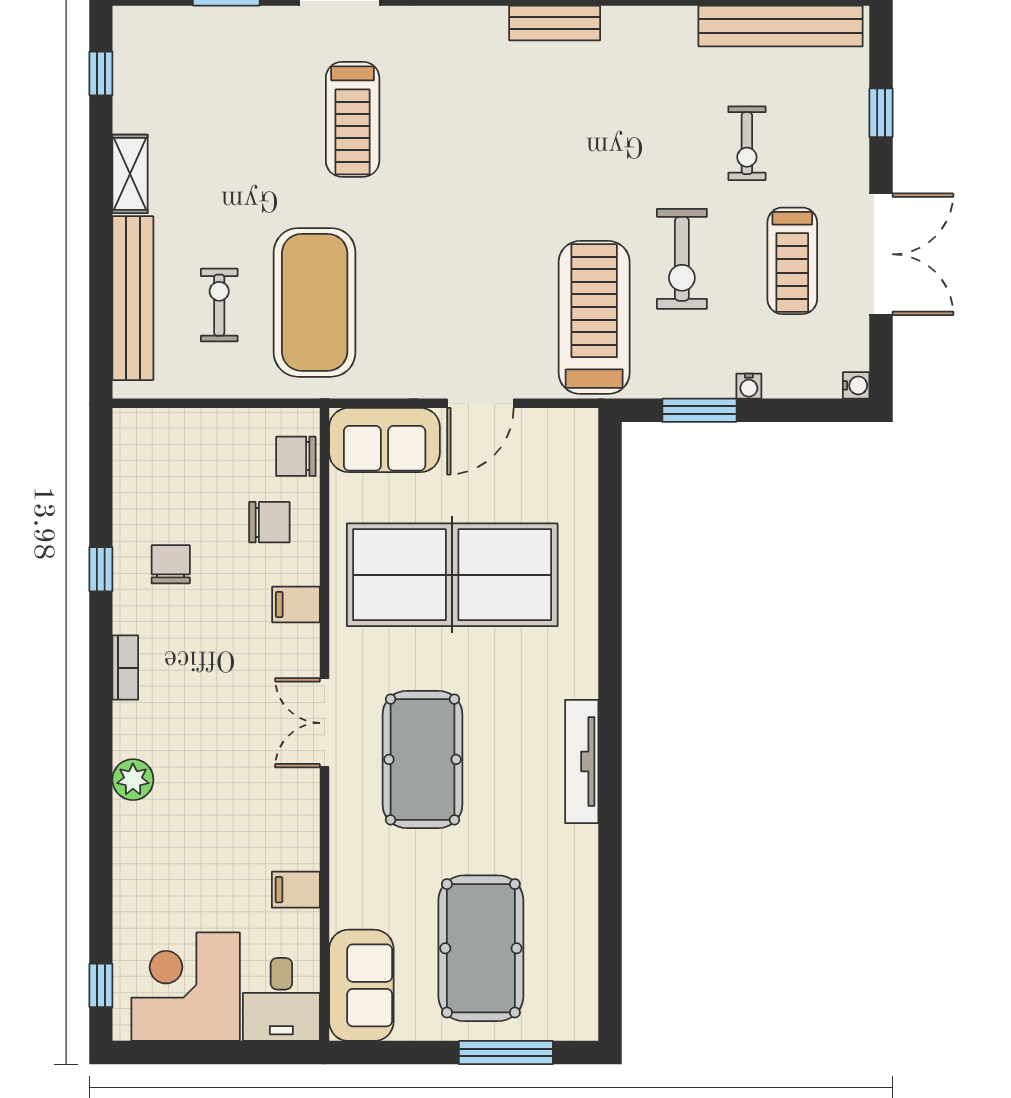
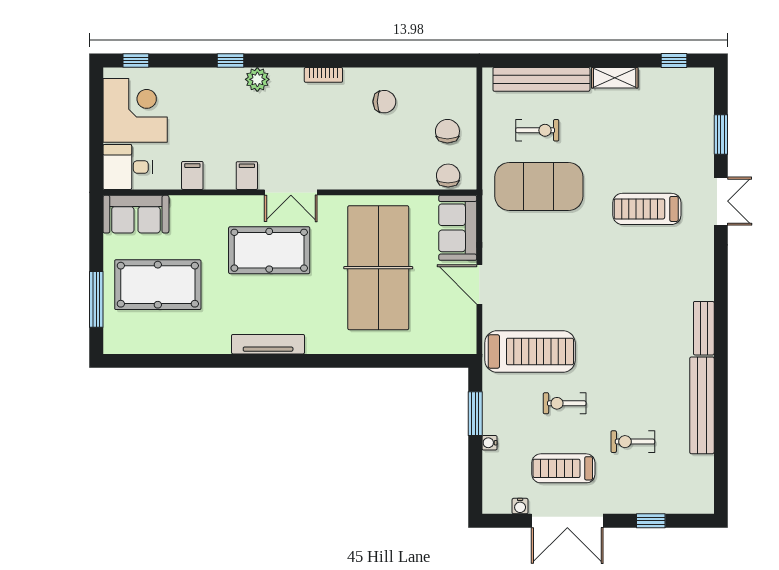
bench: (781, 26) -> (702, 405), moved
exercise bike: (682, 259) -> (565, 403), width x0.73, depth x0.72
water cooler: (856, 385) -> (520, 506), moved
chair: (269, 522) -> (447, 131), moved, turned 180
window: (101, 569) -> (230, 60), moved
filing cabinet: (296, 605) -> (247, 176), moved
double door: (325, 723) -> (291, 192), swing flipped

